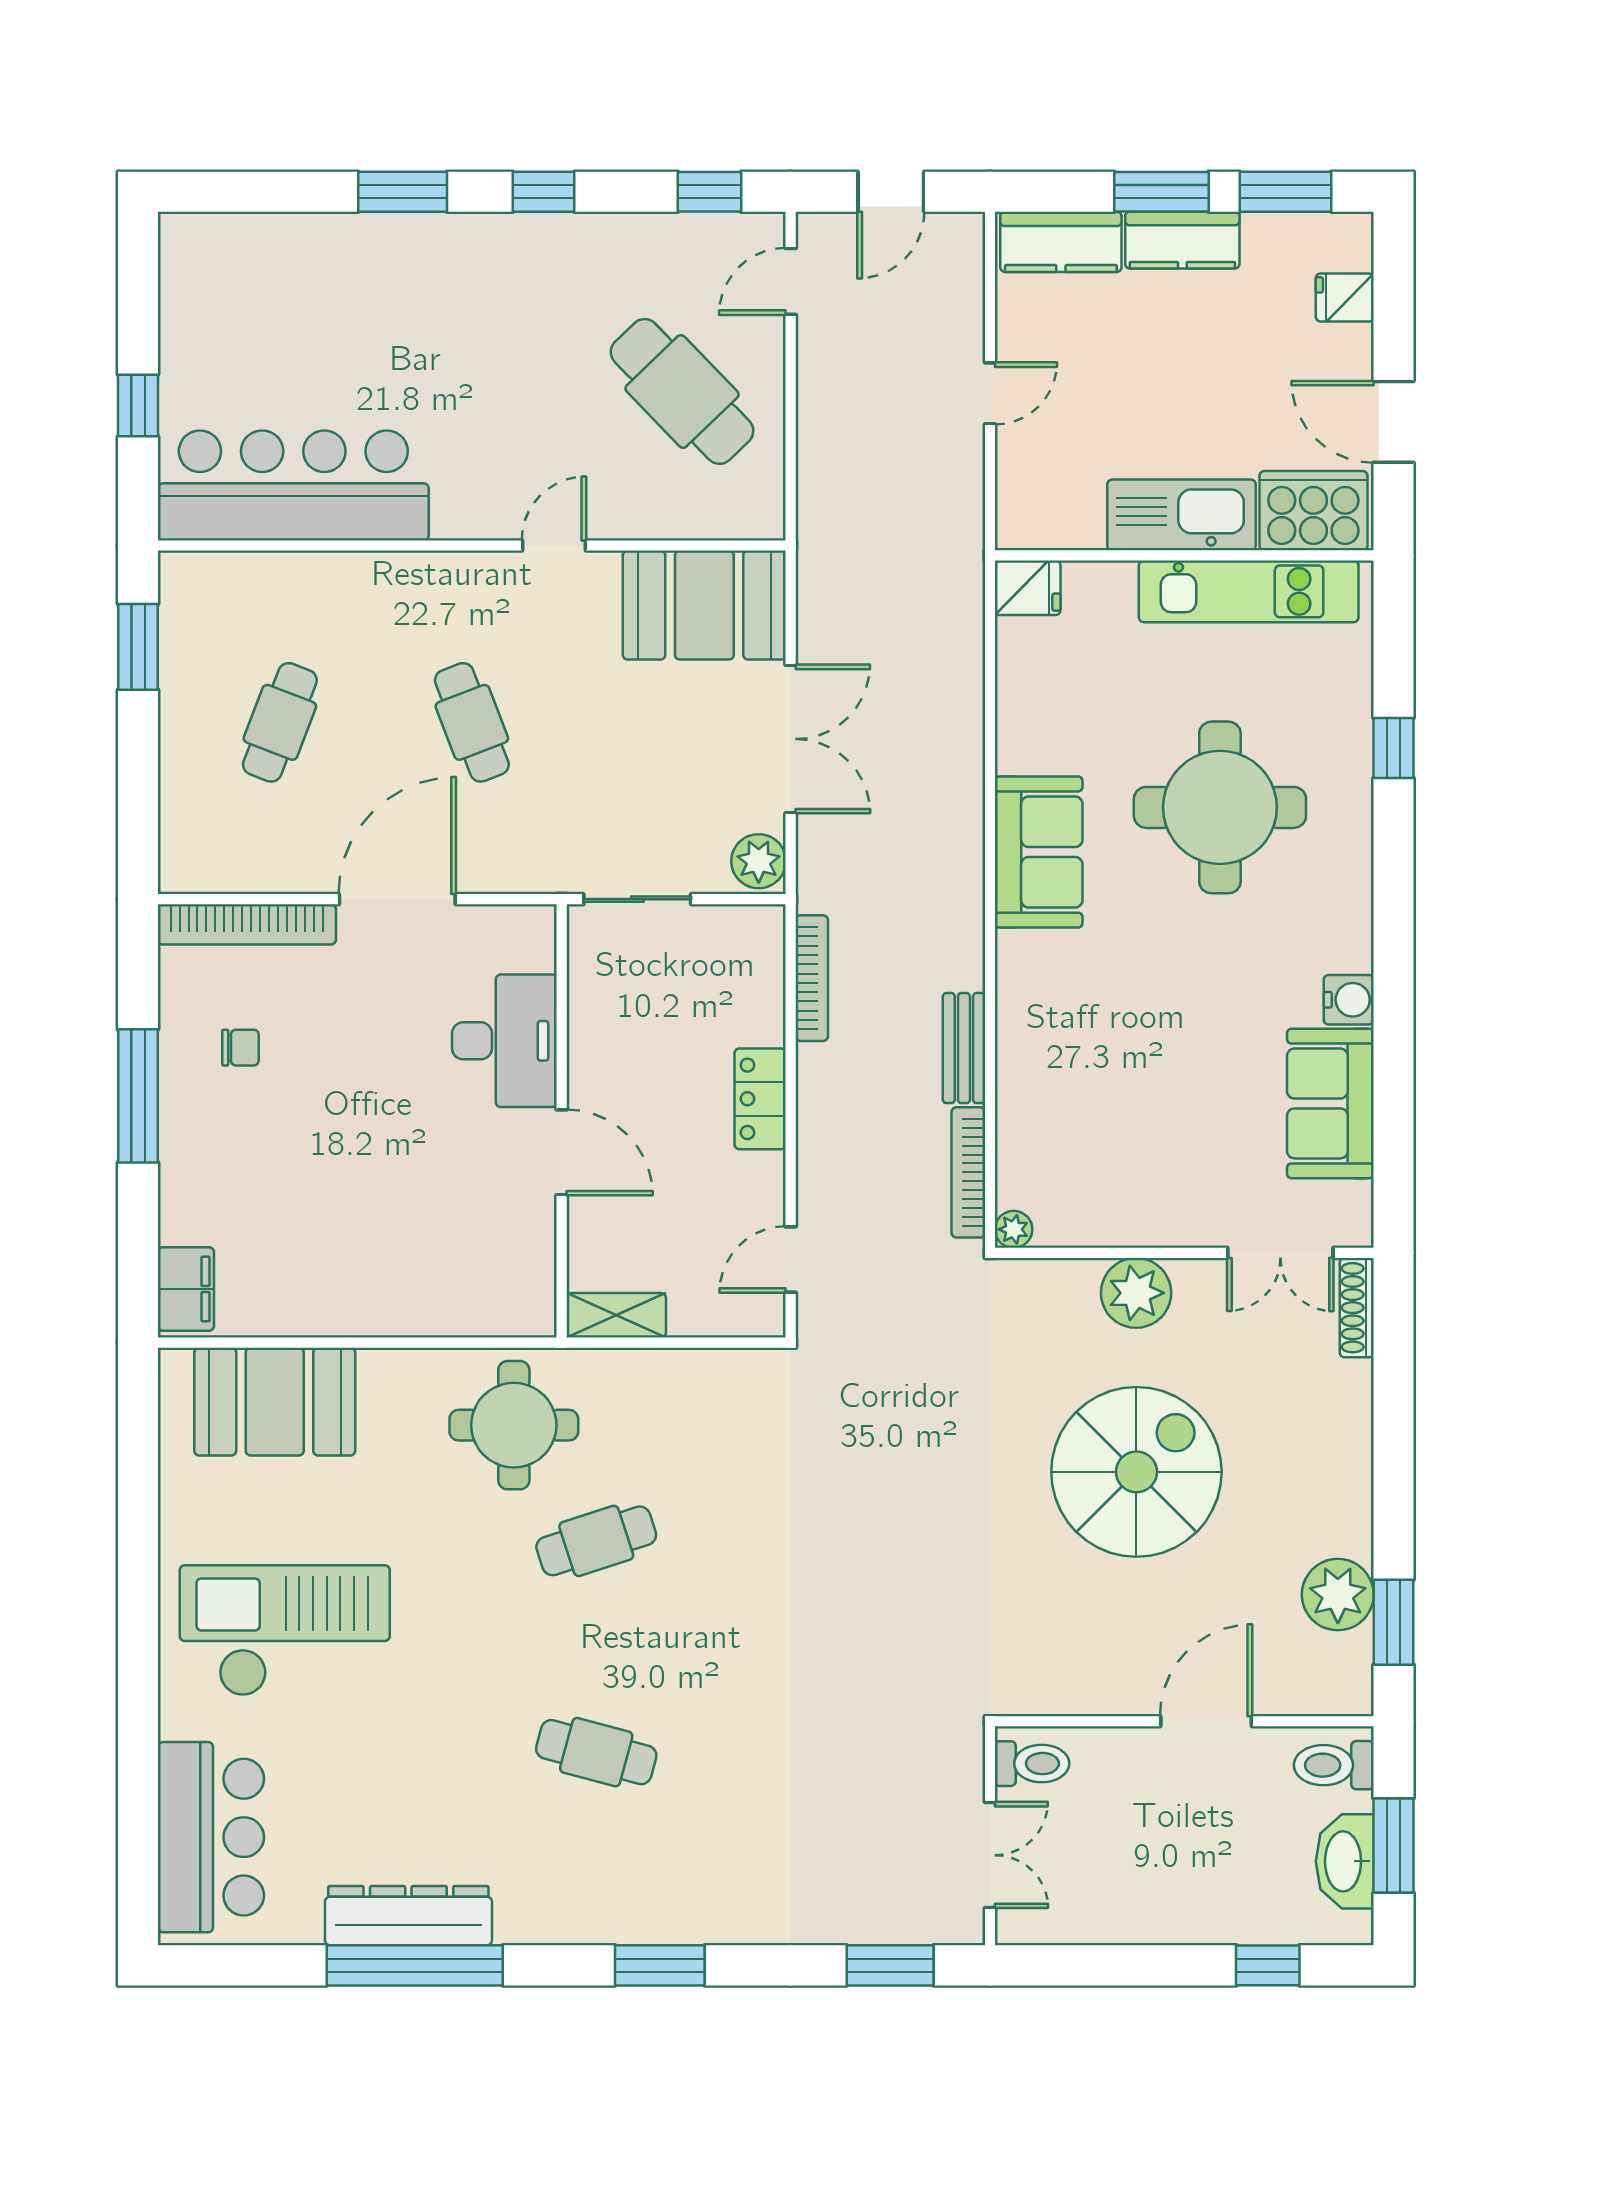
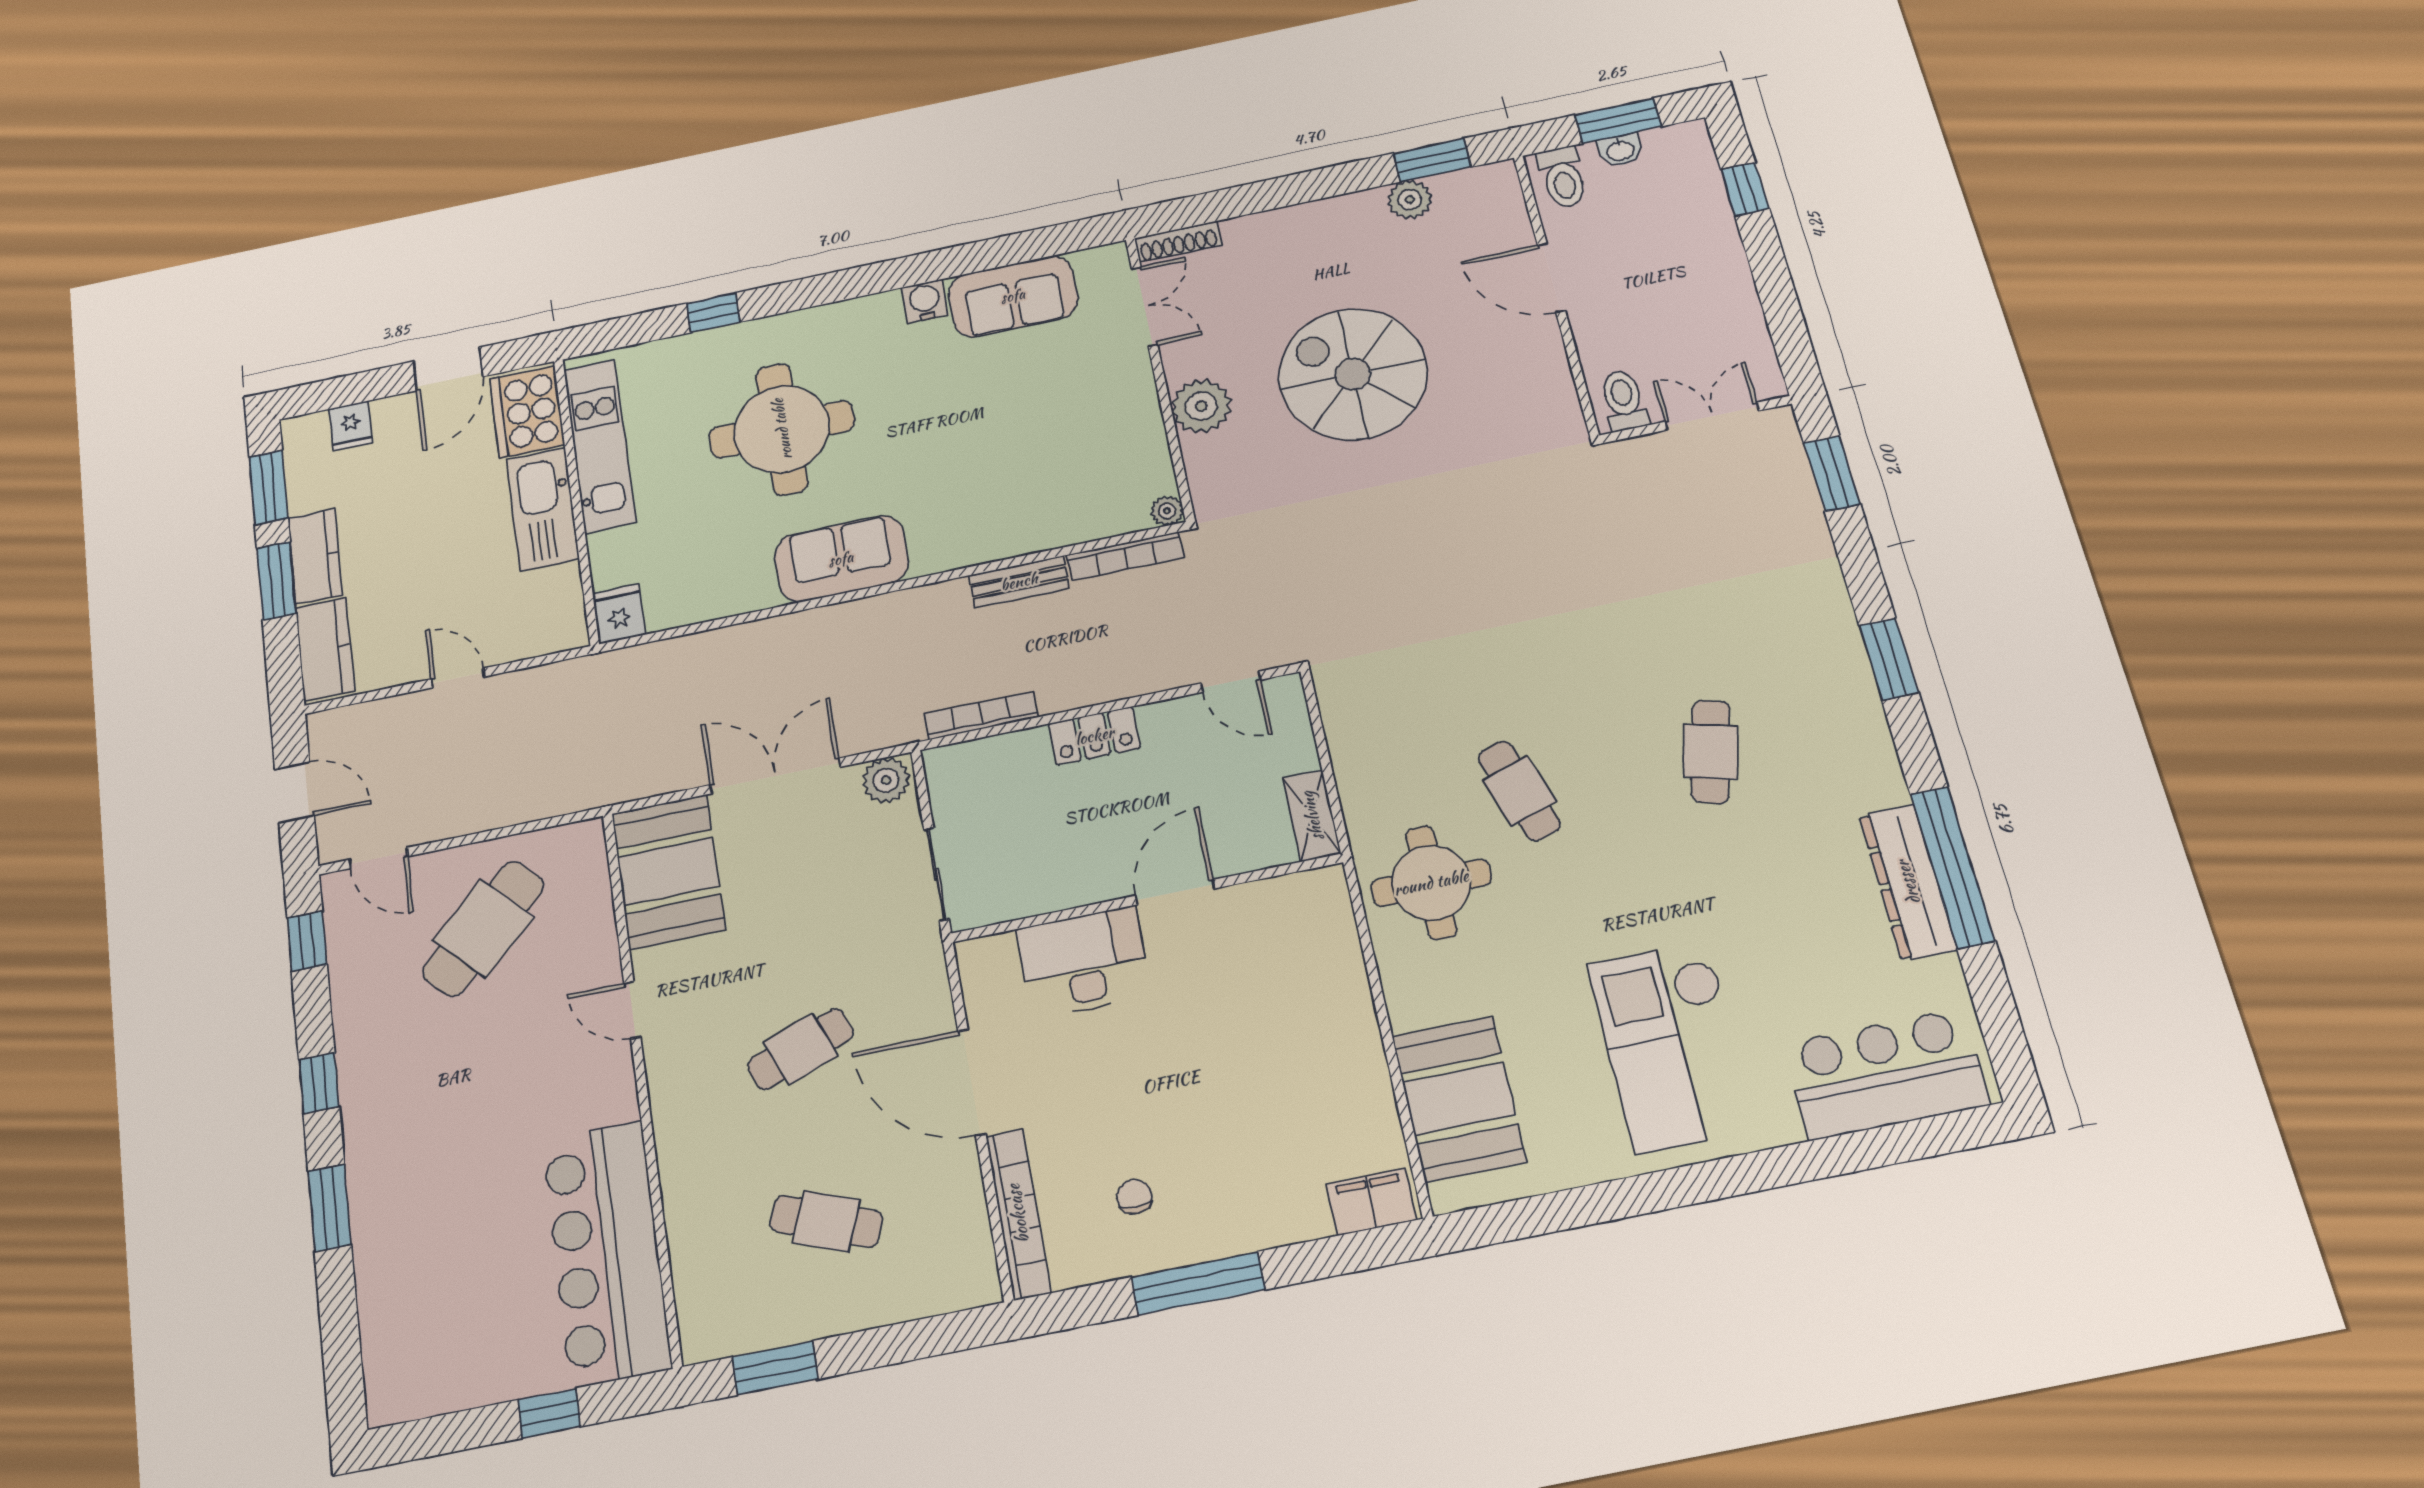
plant: (1338, 1595) -> (1410, 200), width x0.73, depth x0.73
washbasin: (1345, 1861) -> (1620, 150), width x0.52, depth x0.69

